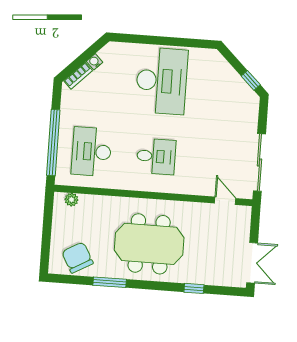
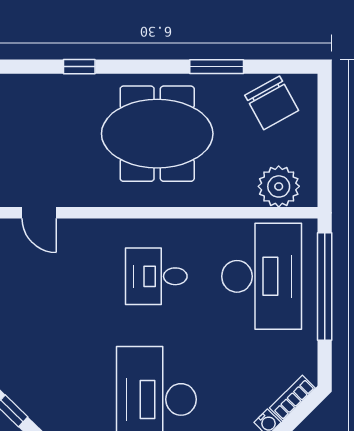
desk: (92, 152) -> (262, 276), width x1.36, depth x1.30
plant: (71, 200) -> (279, 186), width x1.88, depth x1.88

